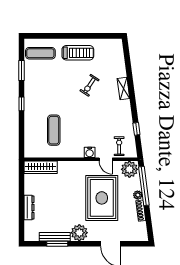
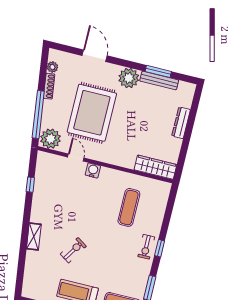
exercise bike: (119, 146) -> (146, 247), moved
plant: (138, 195) -> (52, 67), moved

